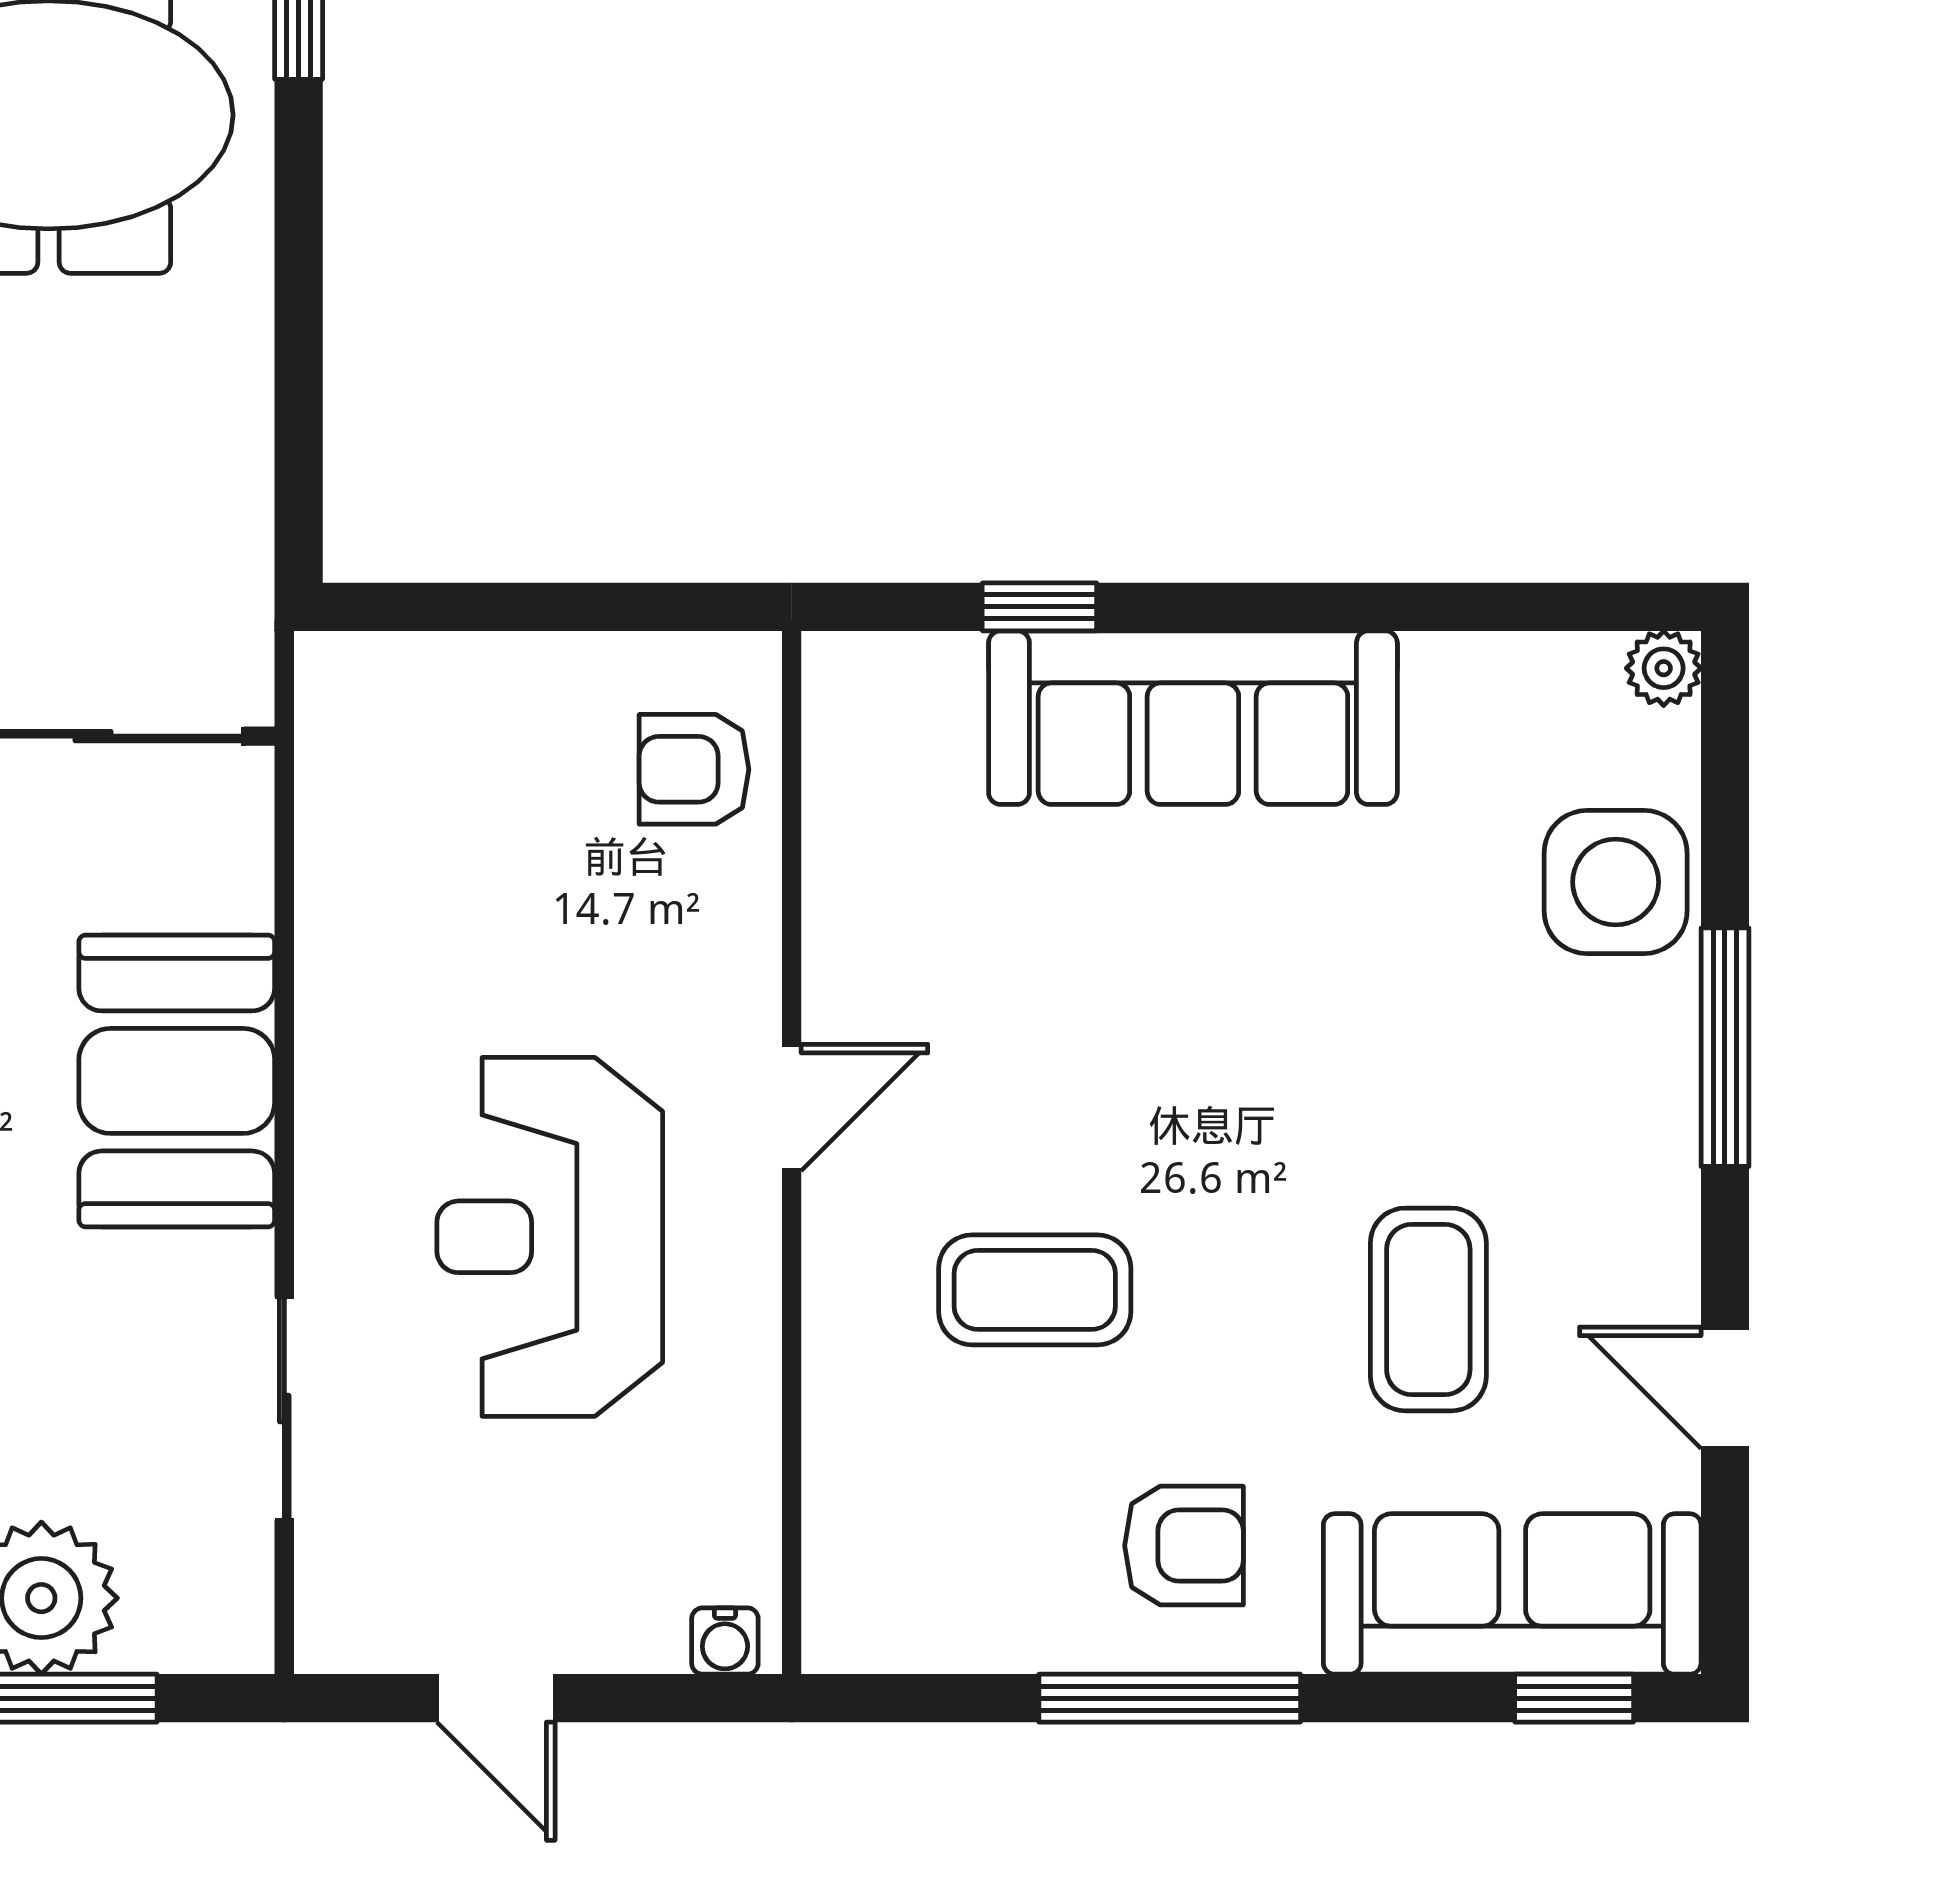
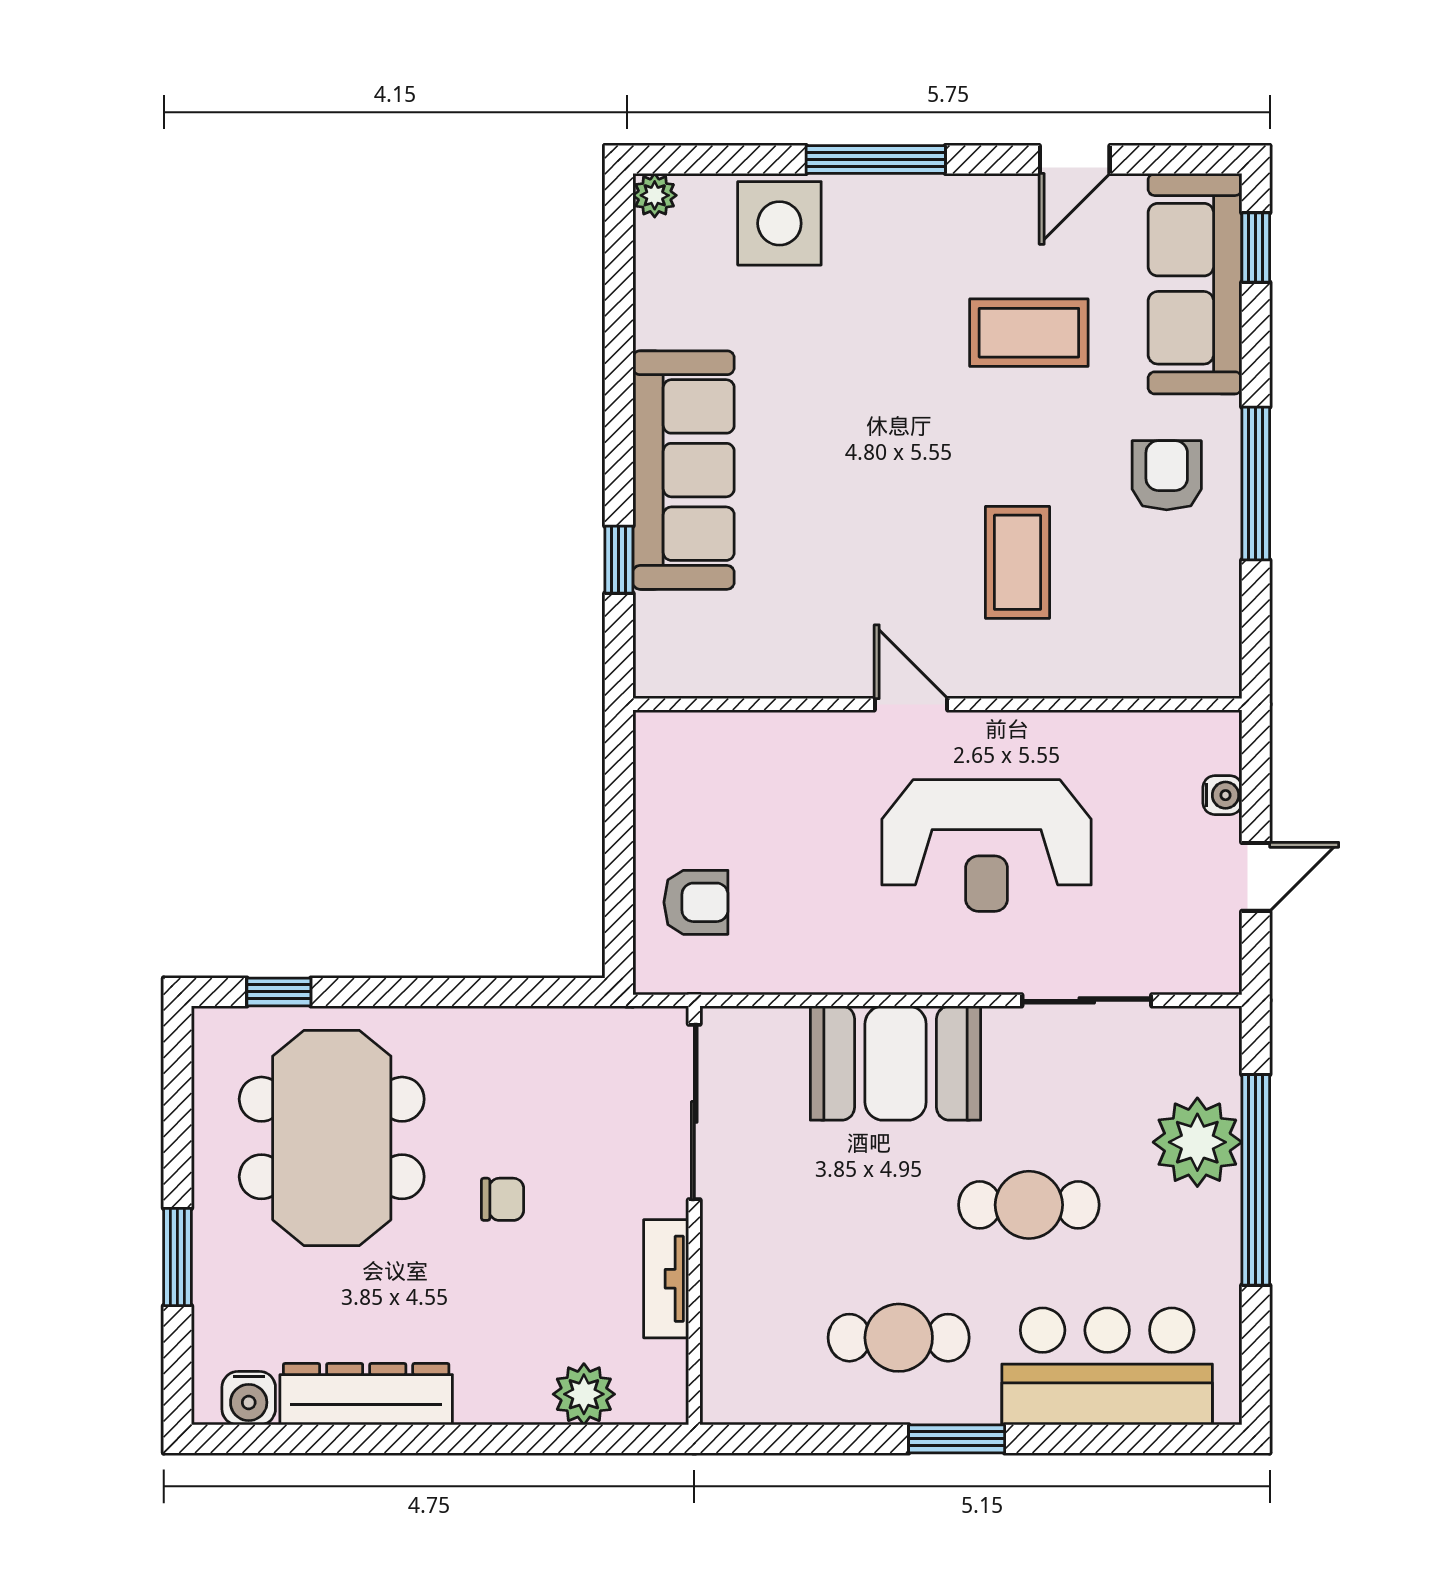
armchair: (694, 769) -> (696, 902), moved, turned -90
water cooler: (725, 1641) -> (1222, 795), moved

